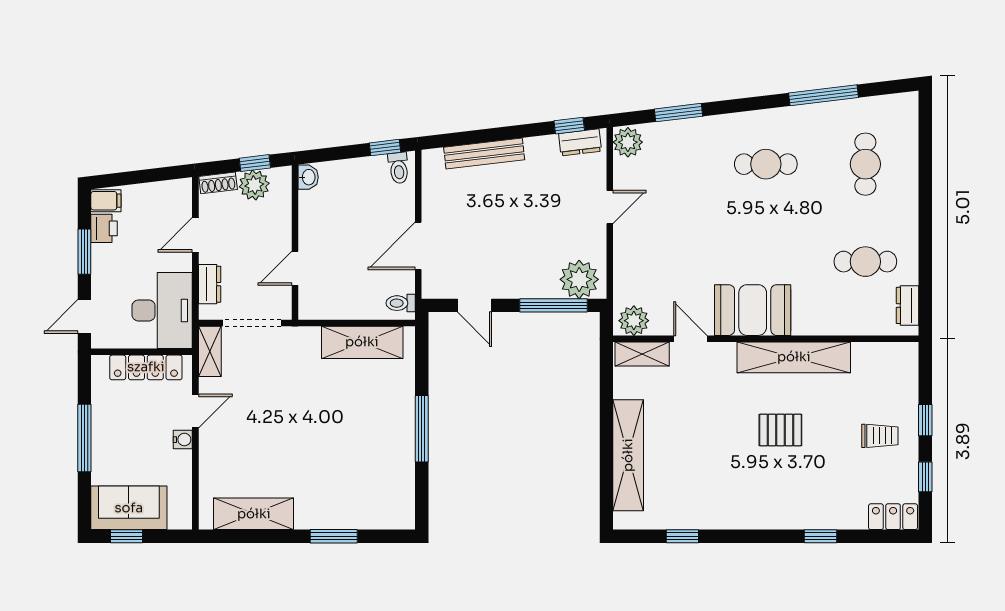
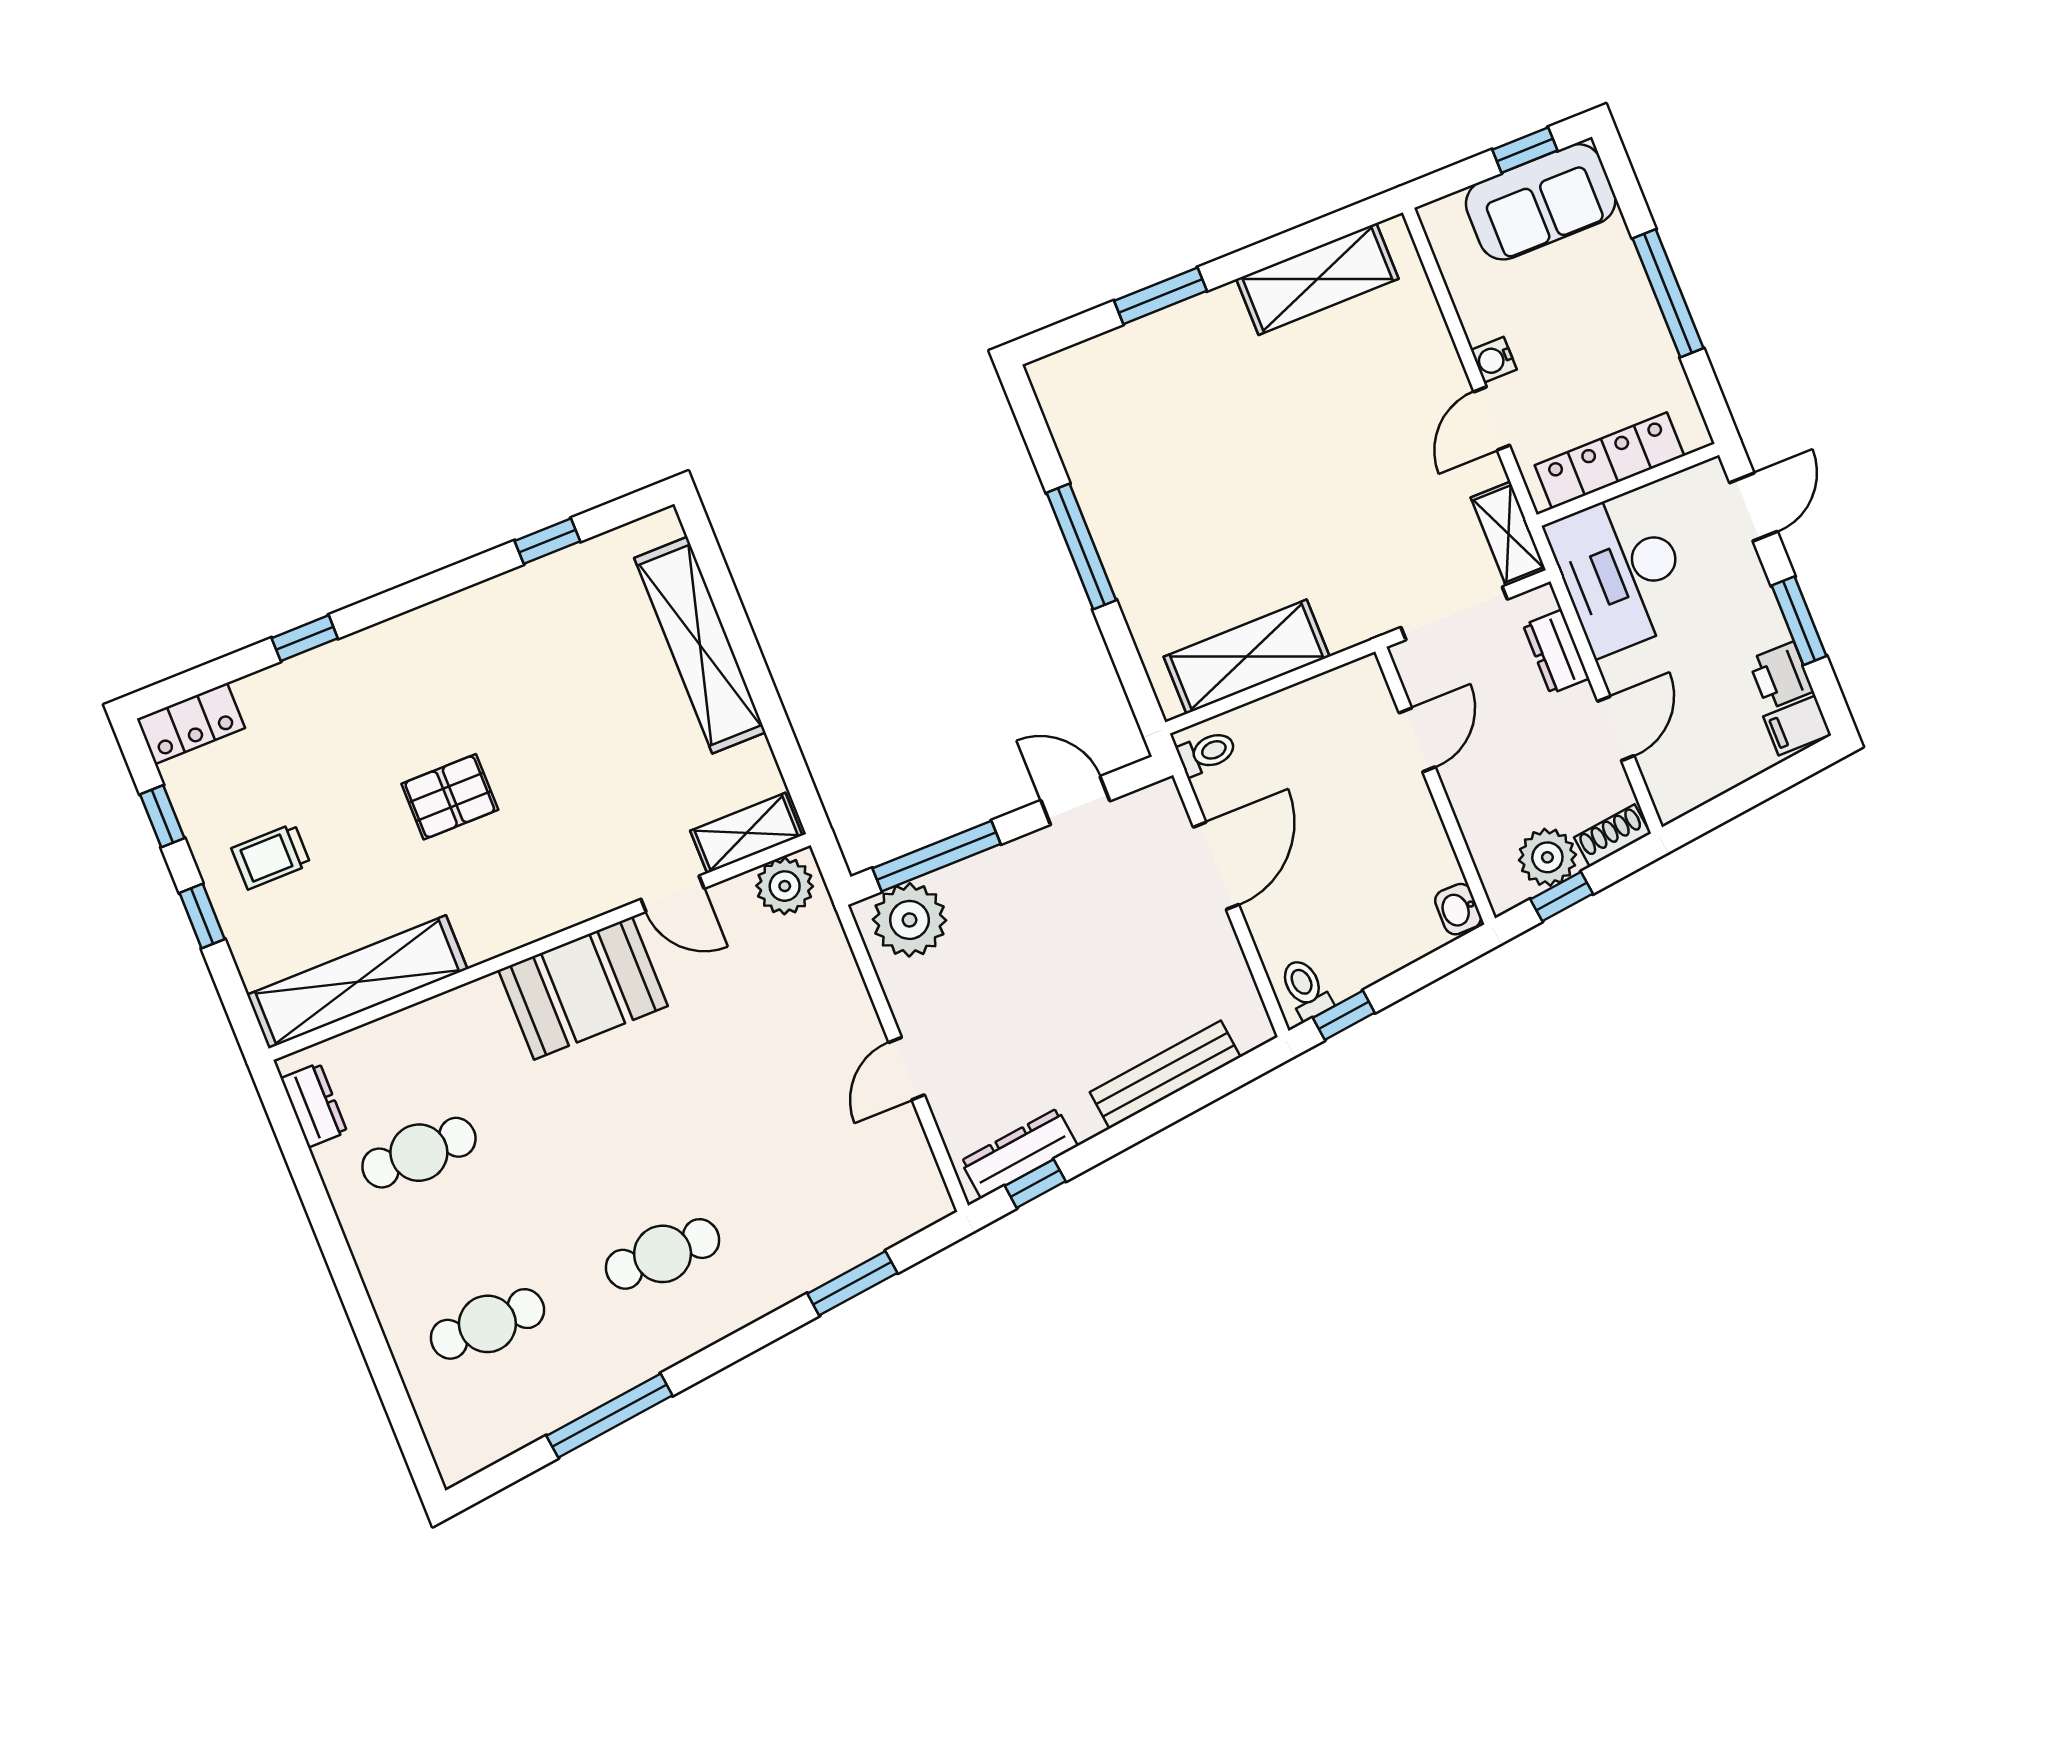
dresser: (580, 142) -> (1019, 1153), width x1.44
plant: (628, 142) -> (921, 1195), removed
cafe table: (865, 164) -> (487, 1324), turned 90
shelving: (794, 357) -> (357, 982), moved

